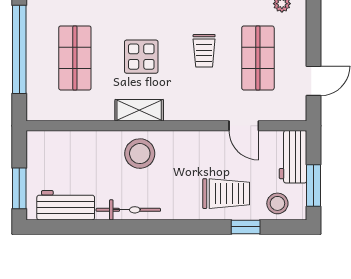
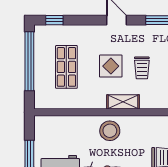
trolley: (204, 51) -> (142, 68), moved
shelving: (139, 110) -> (123, 102), moved

